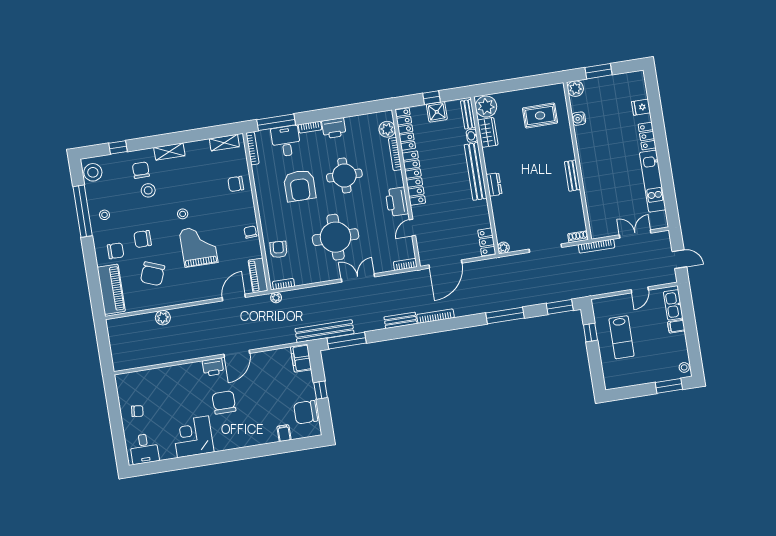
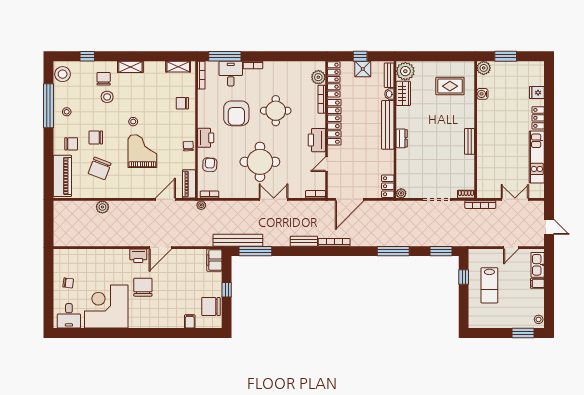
printer: (334, 128) -> (206, 138), moved, turned -90
corner desk: (193, 437) -> (106, 307), width x1.36, depth x1.36

